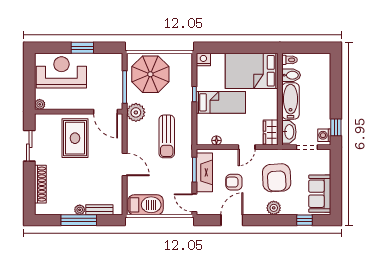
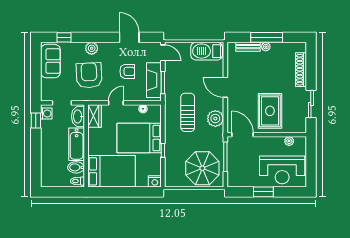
bed: (221, 102) -> (139, 138), width x1.50
plant: (40, 104) -> (289, 141), moved
plant: (136, 112) -> (215, 119), moved
door: (232, 220) -> (129, 37), swing flipped

